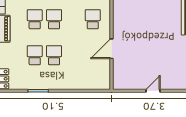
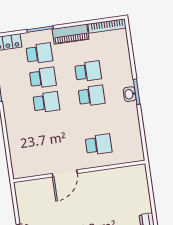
door: (111, 49) -> (65, 173), swing flipped
school desk: (15, 55) -> (39, 53), added

